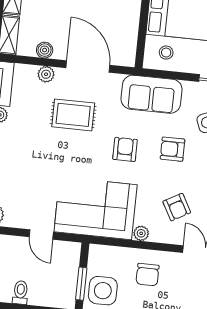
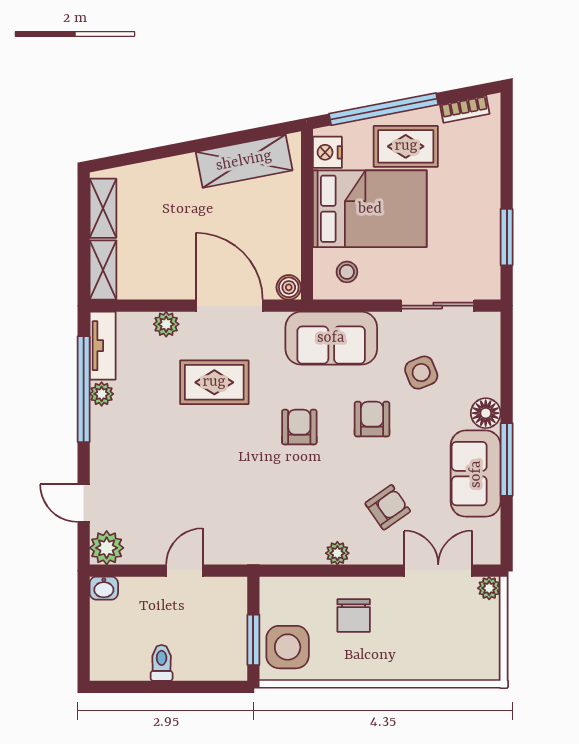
boiler: (45, 50) -> (289, 287), moved
armchair: (173, 149) -> (372, 419), turned 90
armchair: (177, 207) -> (388, 507), turned -96
corner sofa: (96, 208) -> (263, 522), removed
door: (41, 234) -> (184, 571), swing flipped

